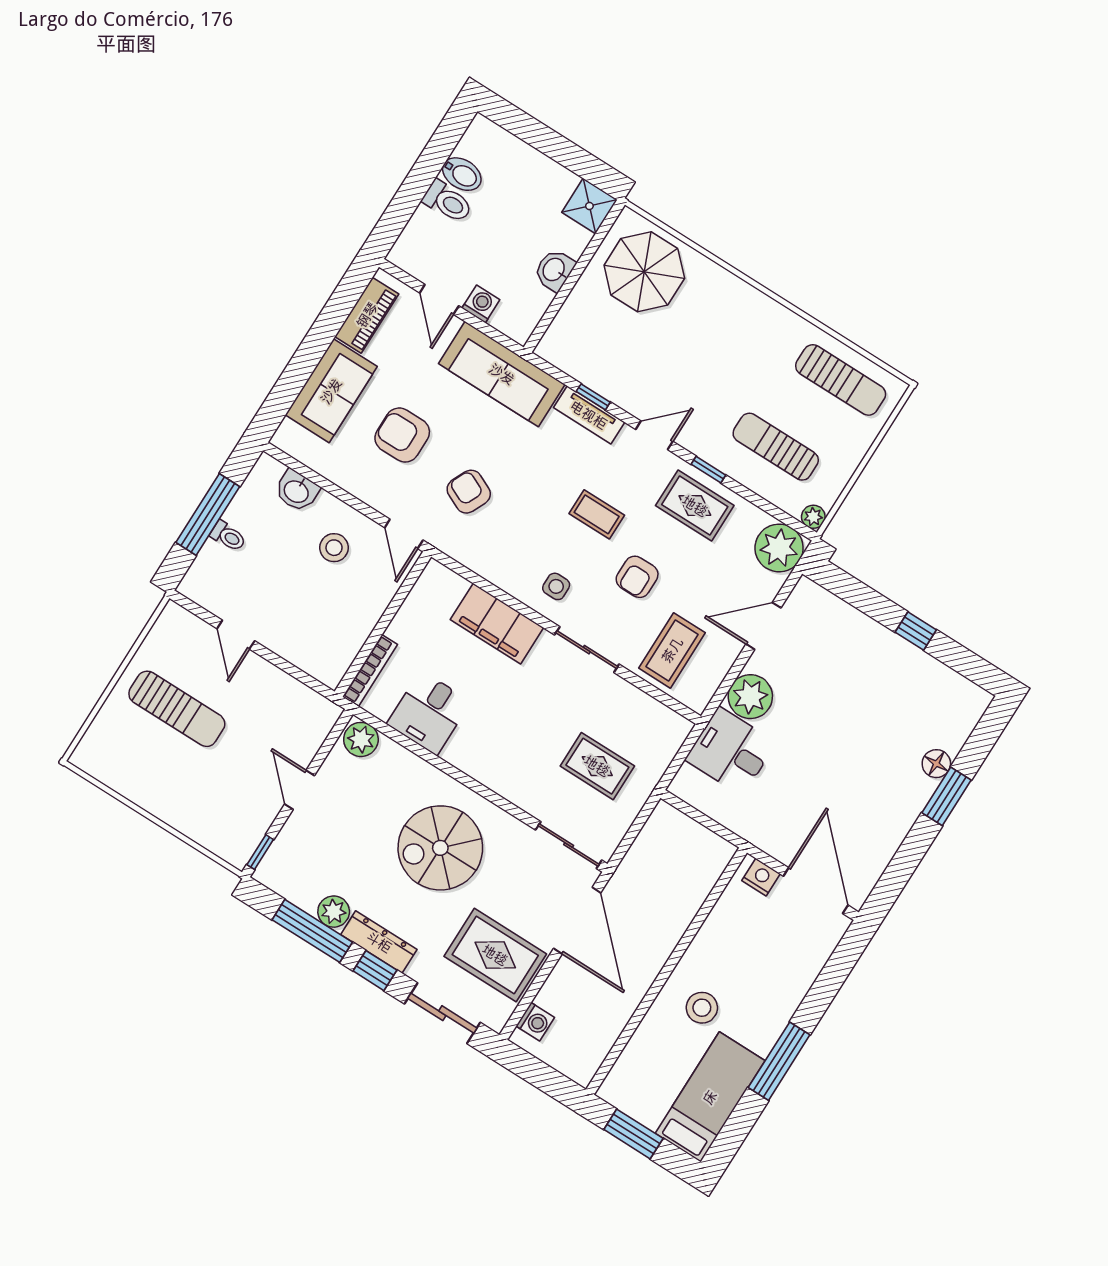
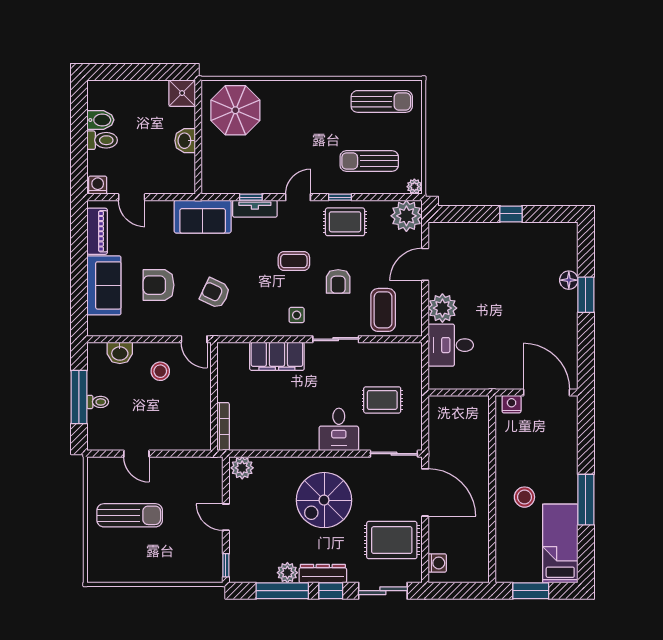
washing machine: (481, 304) -> (98, 185), moved
sofa: (502, 374) -> (203, 217), width x0.73
desk: (429, 713) -> (339, 429), moved

